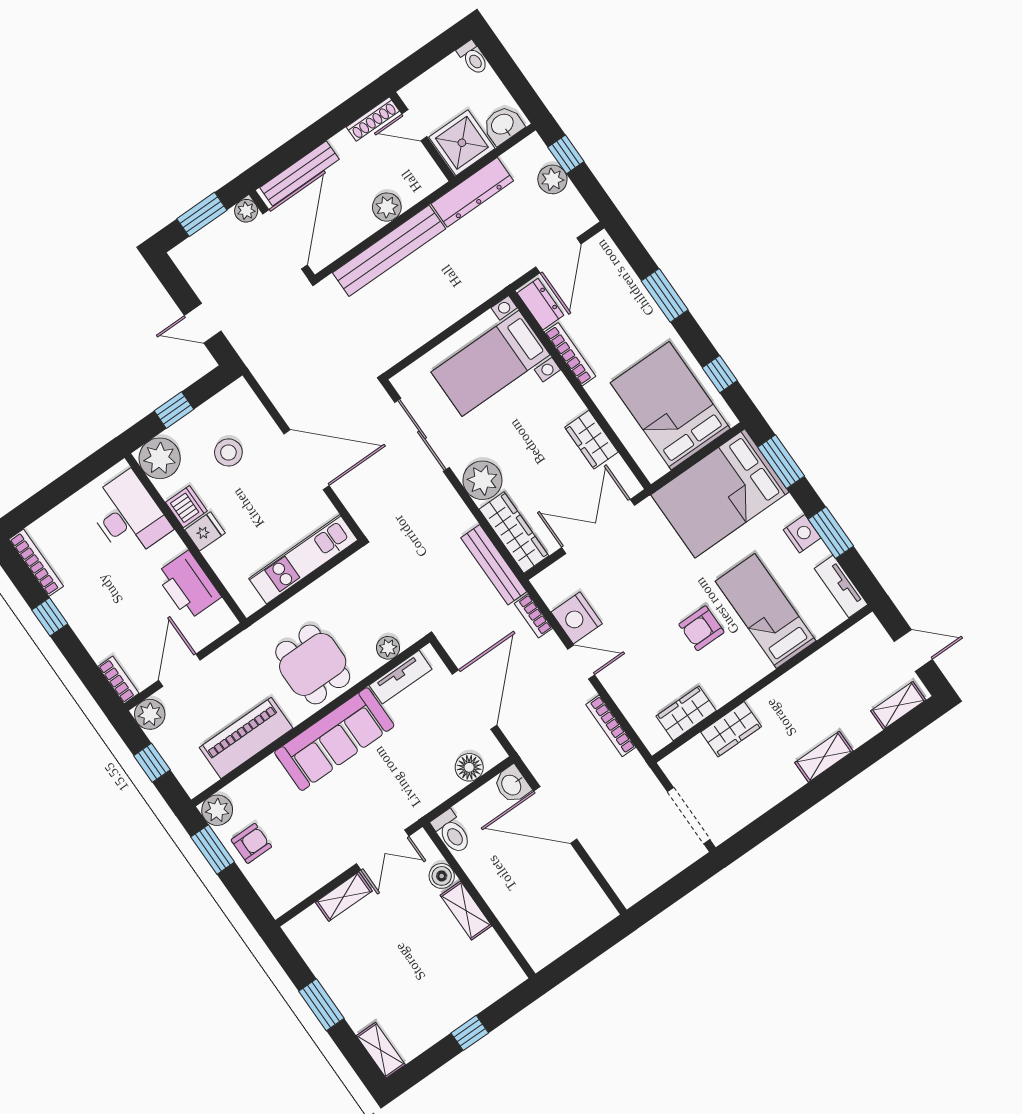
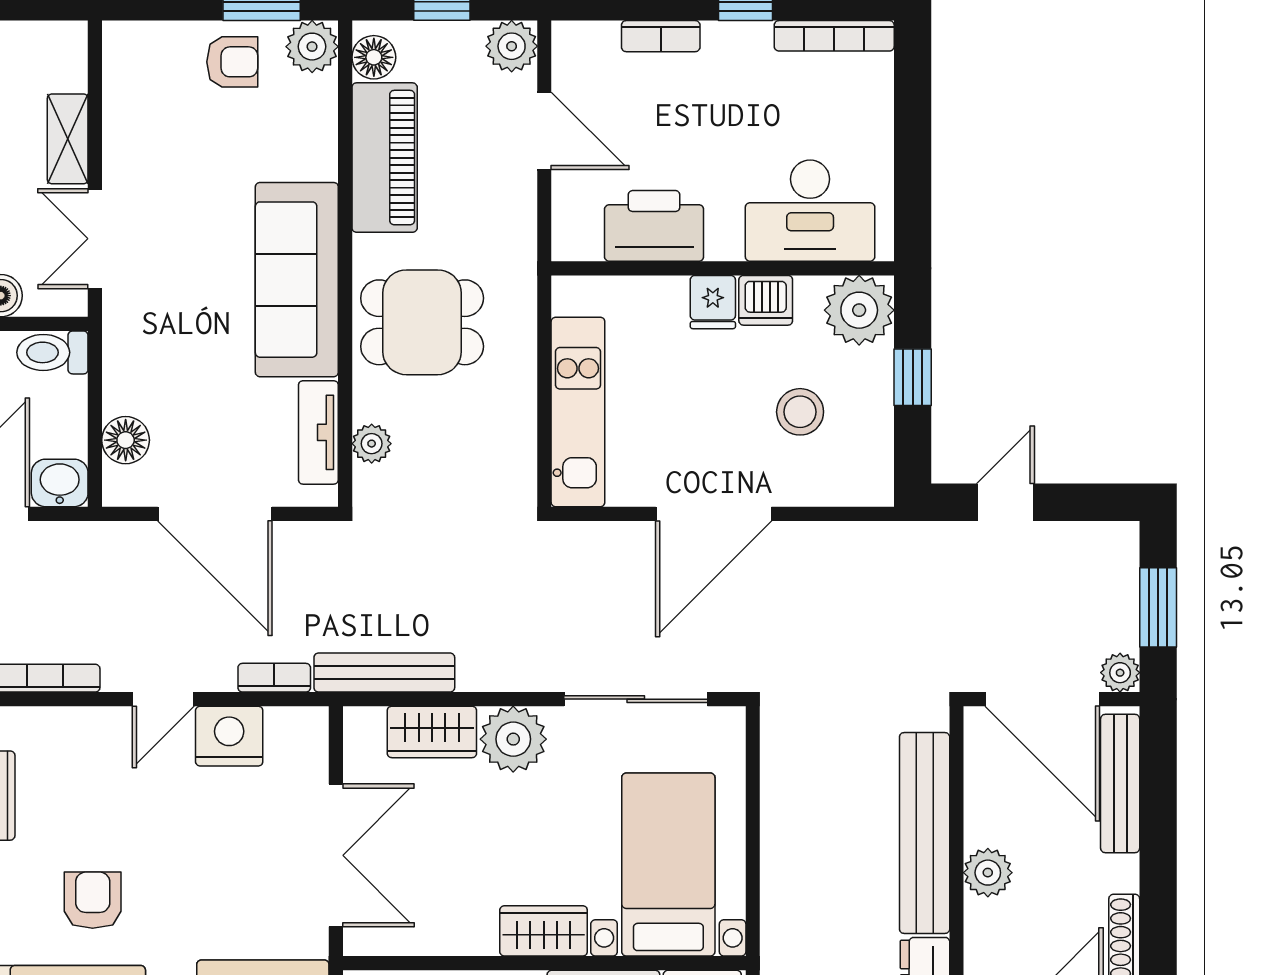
wardrobe: (591, 440) -> (544, 931), moved
wardrobe: (514, 532) -> (432, 732), width x0.67
bookcase: (118, 680) -> (661, 36), moved
floor lamp: (201, 777) -> (374, 57), added
armchair: (251, 843) -> (232, 62), turned -90

